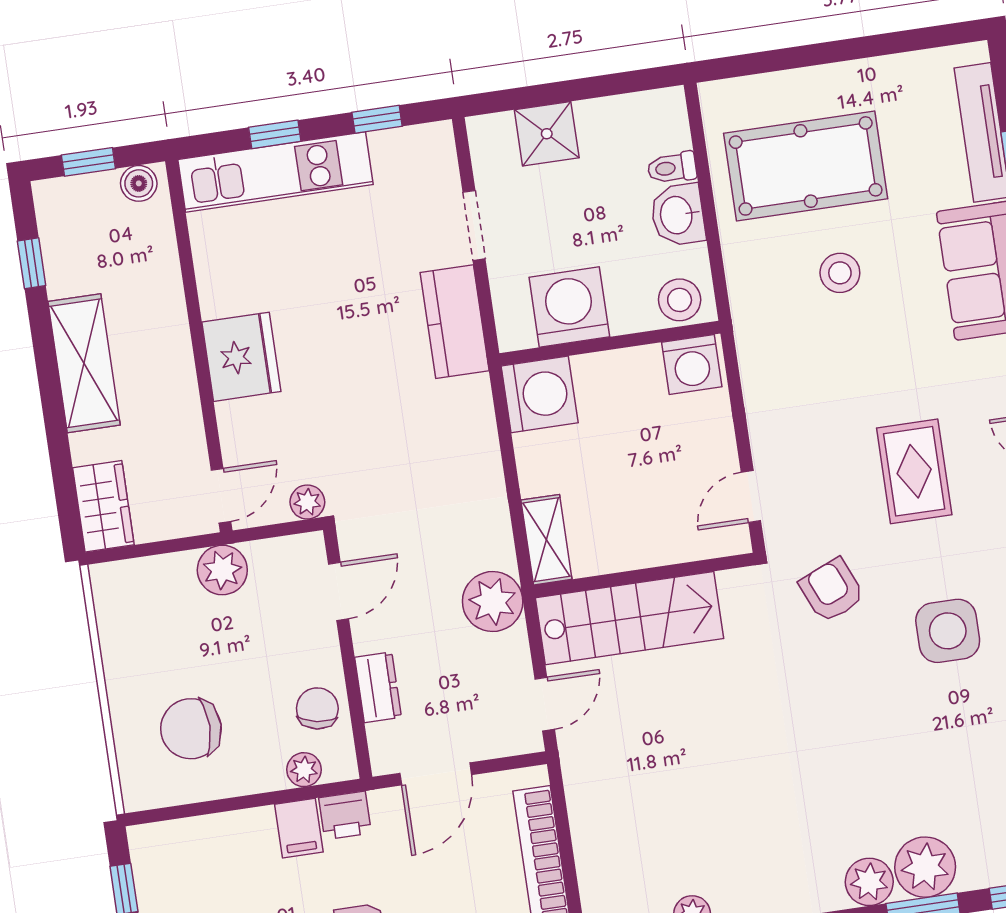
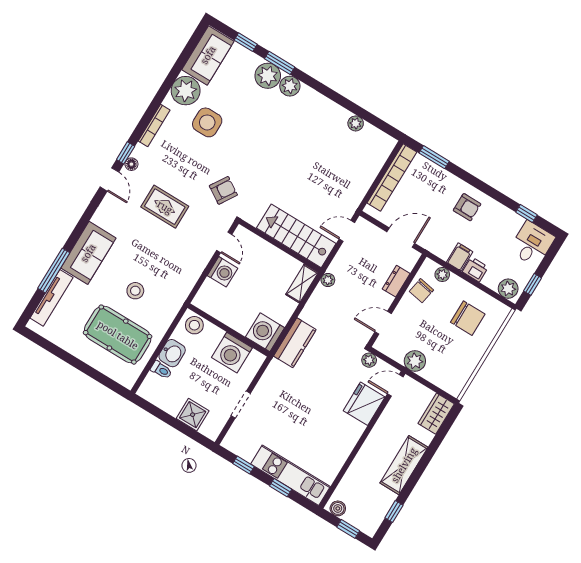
kitchen counter: (455, 322) -> (295, 343), moved
fridge: (241, 357) -> (364, 404), moved
washing machine: (692, 364) -> (223, 272), moved, turned 90
rug: (914, 471) -> (165, 207), turned 90
door: (751, 496) -> (224, 242), hinge flipped
armchair: (832, 590) -> (223, 190), turned -125
plant: (493, 602) -> (328, 280), width x0.53, depth x0.53
side table: (948, 631) -> (207, 122), moved
printer: (345, 815) -> (475, 269), moved
plant: (162, 844) -> (508, 289), added

